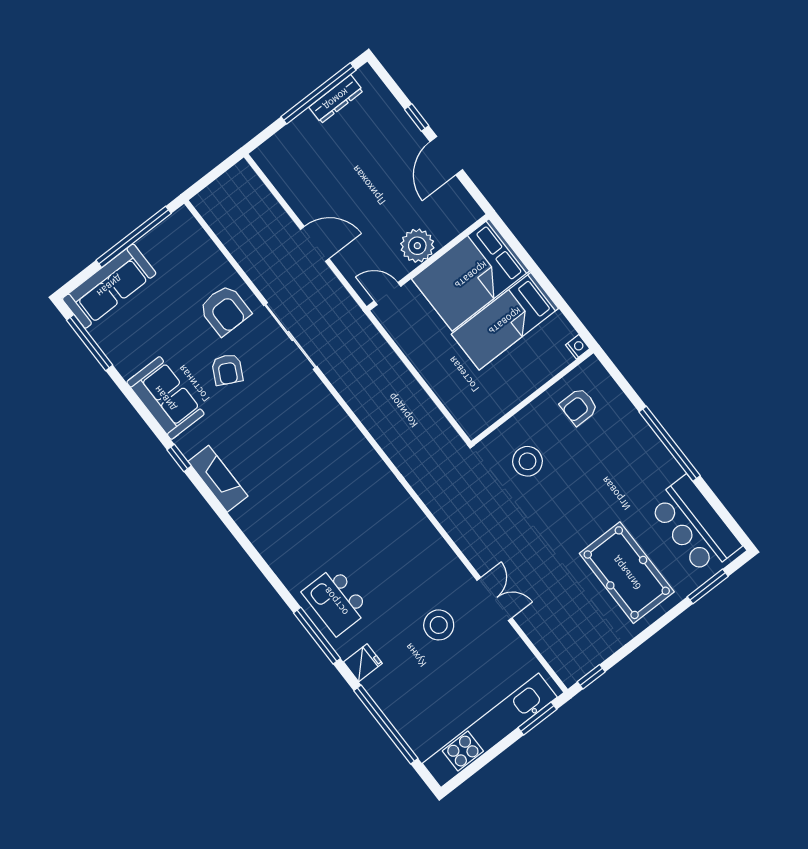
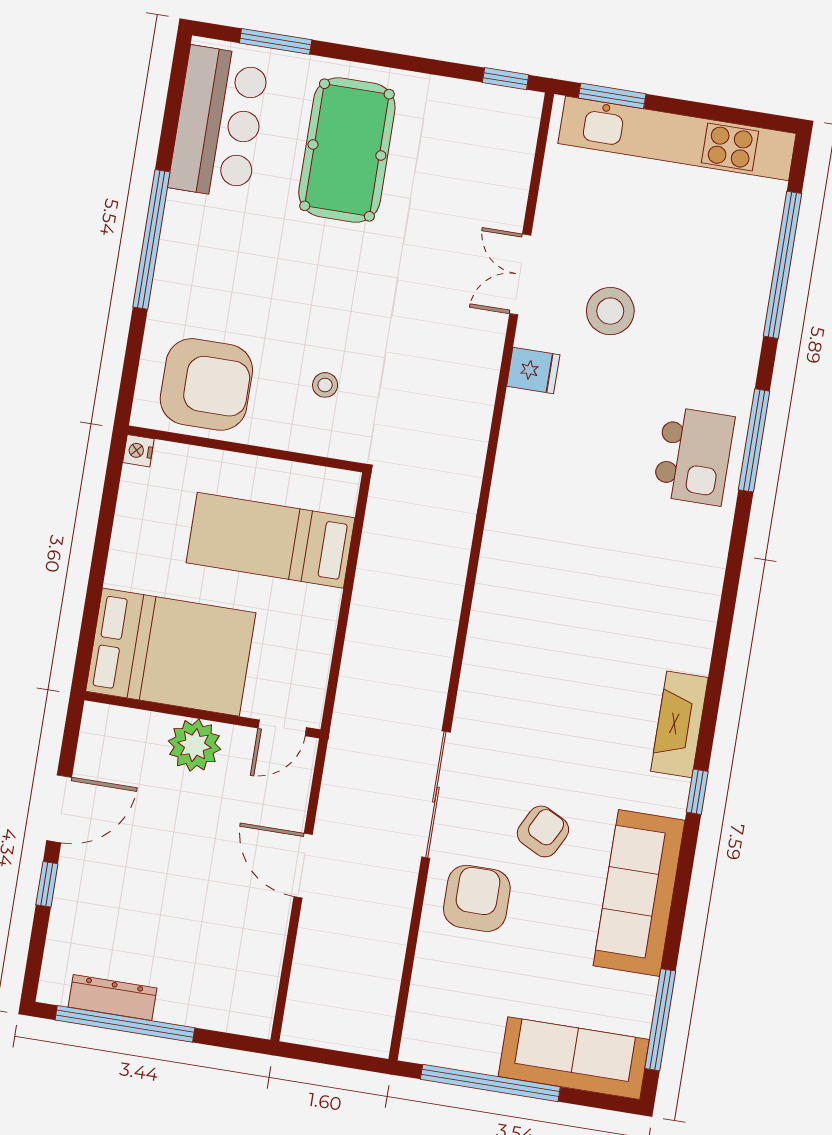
door: (388, 294) -> (282, 728), hinge flipped
bed: (505, 321) -> (270, 540), moved, turned 180
sofa: (165, 398) -> (639, 893), width x1.36
armchair: (579, 407) -> (206, 384), width x1.88, depth x1.88
stool: (528, 461) -> (325, 385), width x0.53, depth x0.53
fridge: (363, 663) -> (533, 371), moved, turned 180

